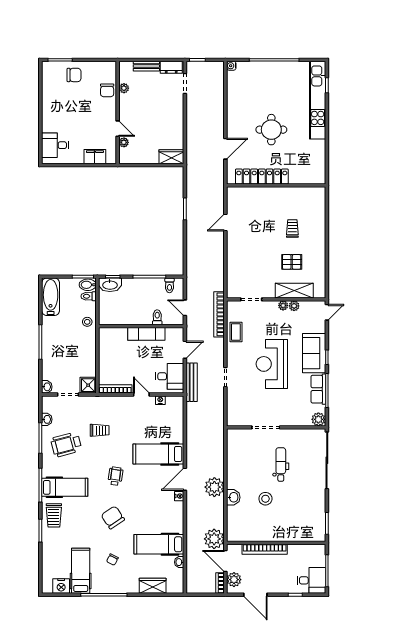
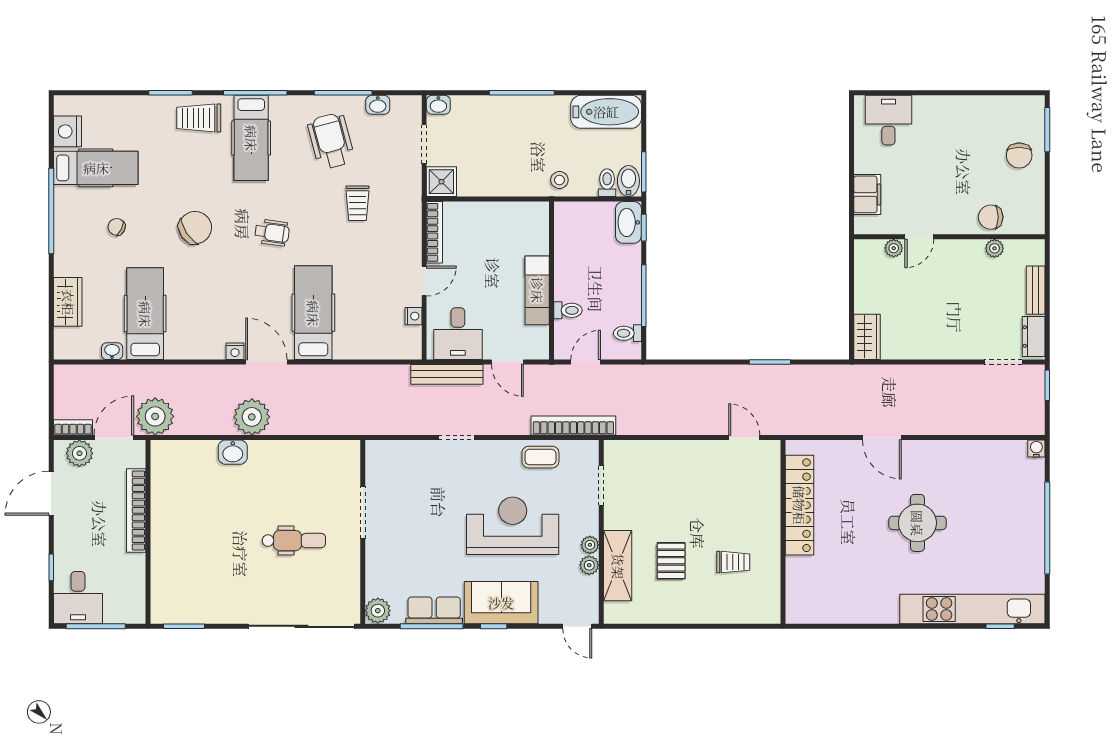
locker: (262, 176) -> (799, 505), moved
wall: (276, 185) -> (783, 532), moved
reception desk: (272, 364) -> (513, 526), moved
stool: (265, 499) -> (230, 512), removed

